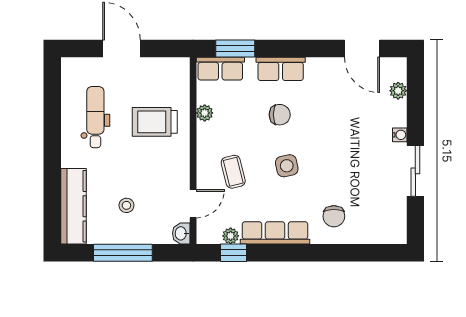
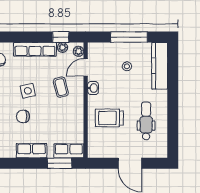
plant: (205, 113) -> (79, 51), moved
chair: (280, 115) -> (23, 116), moved
dental chair: (95, 117) -> (146, 121), turned 180
trolley: (155, 122) -> (109, 118), turned 180
washbasin: (181, 233) -> (93, 88), moved

